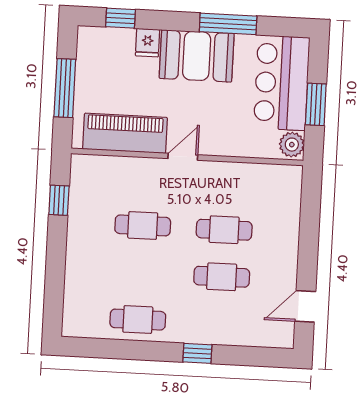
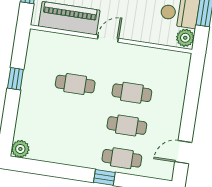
window: (59, 200) -> (15, 79), moved
cafe table: (138, 320) -> (122, 158), moved
plant: (74, 325) -> (20, 149), added

